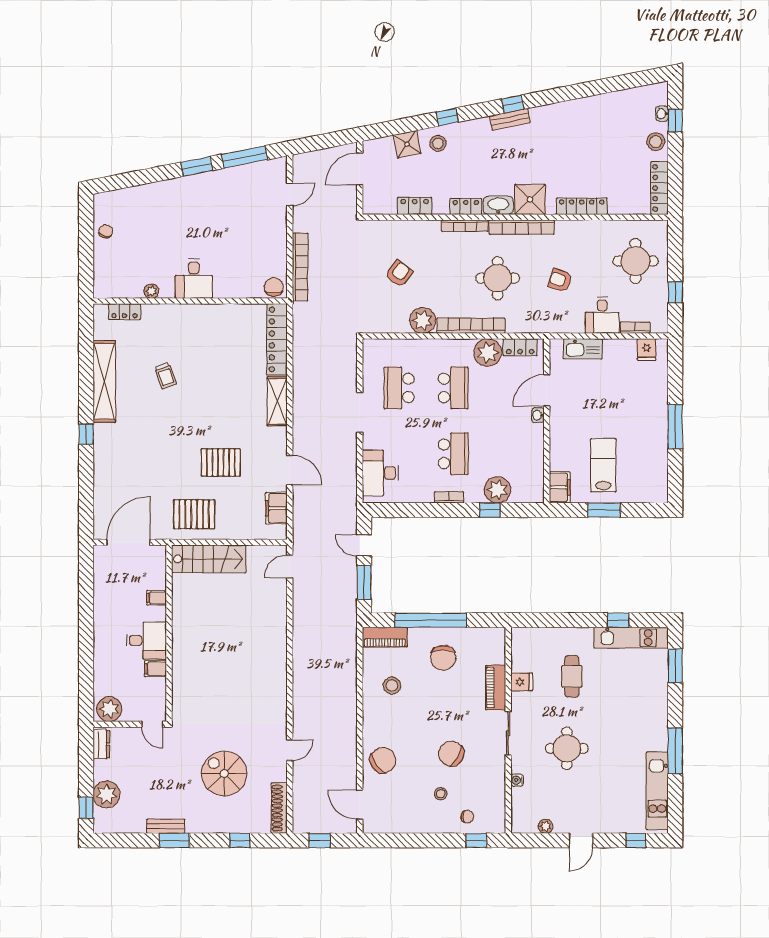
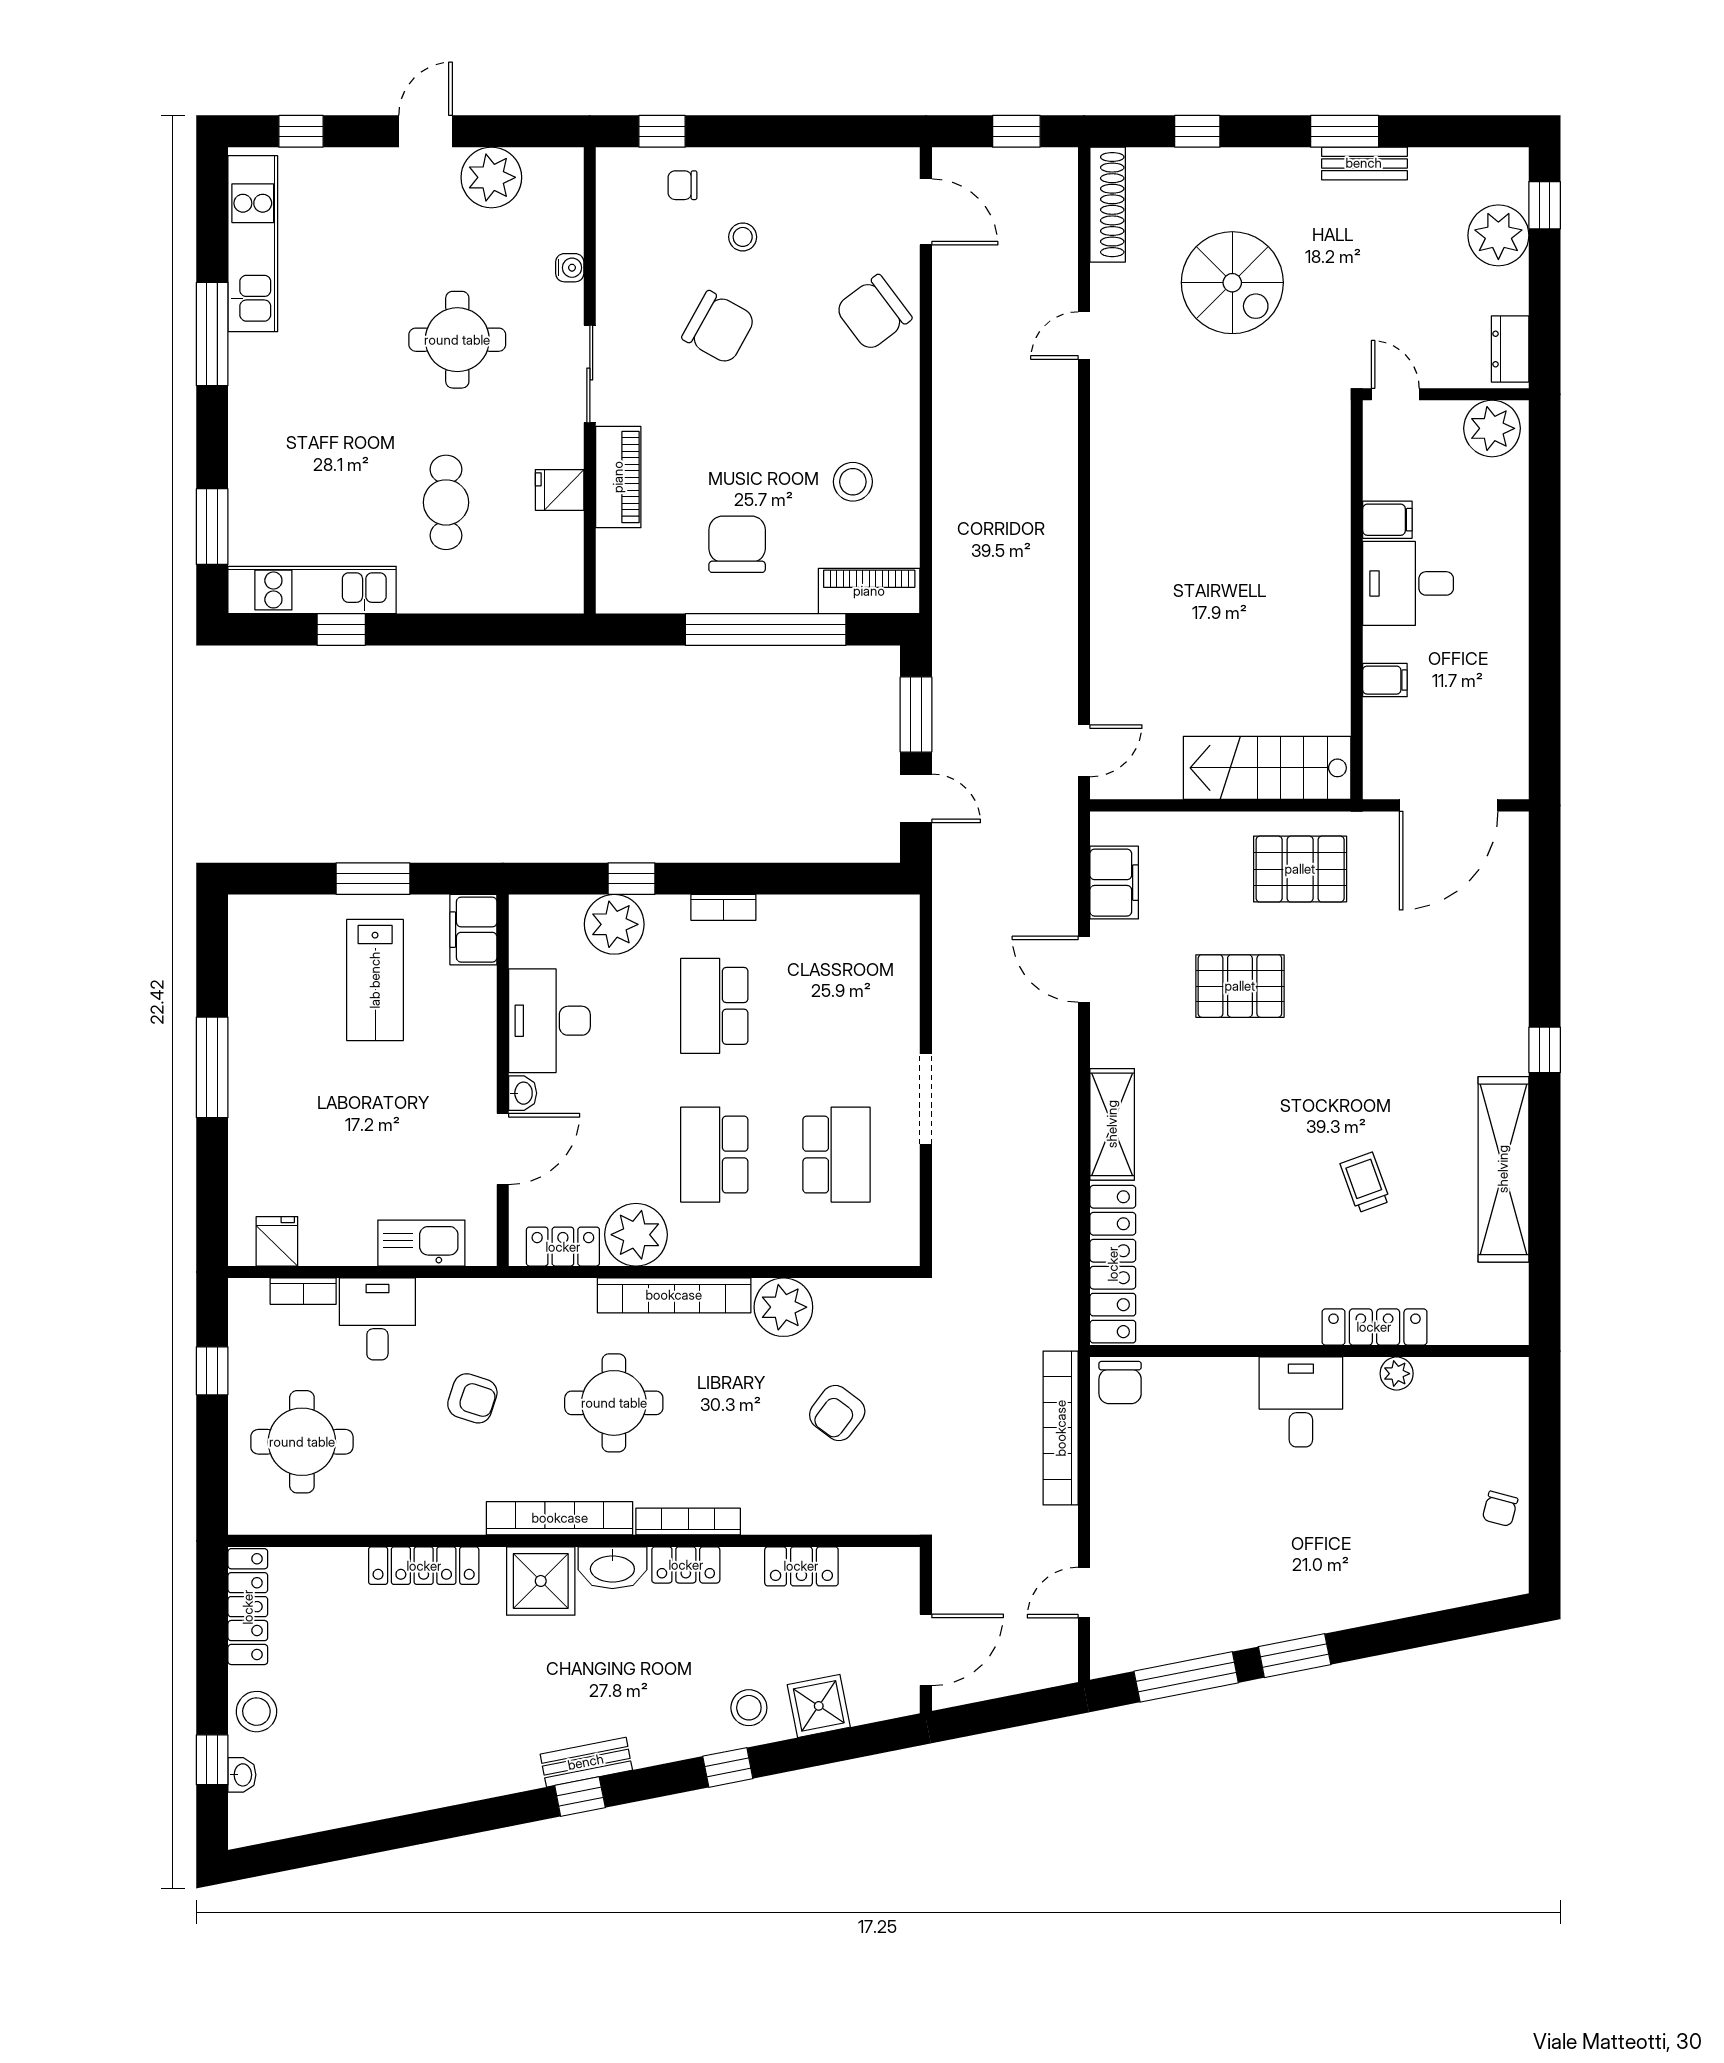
locker: (124, 312) -> (1374, 1327), moved, width x1.53
desk: (380, 473) -> (550, 1021), moved, turned 180
plant: (546, 826) -> (491, 177), width x1.88, depth x1.88

